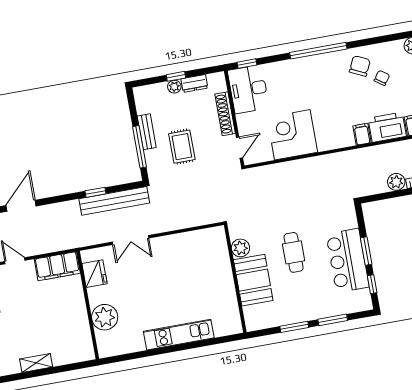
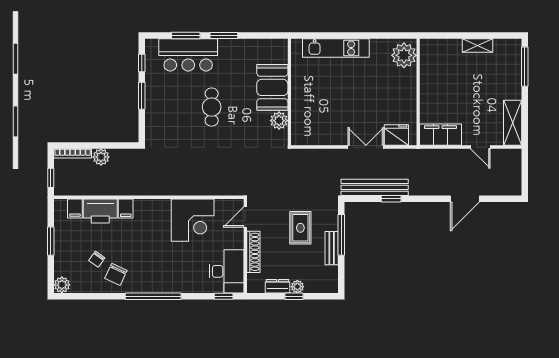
plant: (240, 248) -> (279, 121), moved
bar counter: (348, 260) -> (188, 55), moved, turned 90
fridge: (94, 274) -> (396, 135), moved, turned 90
wall: (235, 279) -> (289, 92), moved
booth: (253, 280) -> (272, 87), moved
plant: (105, 317) -> (404, 55), moved

